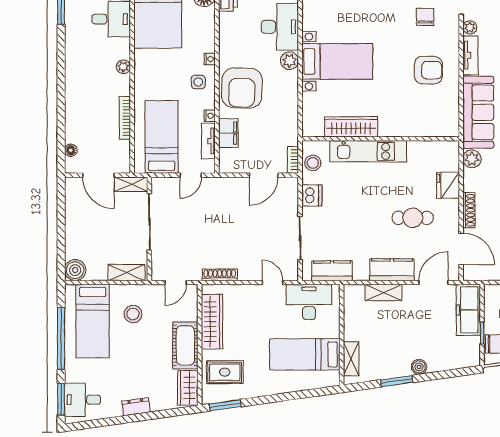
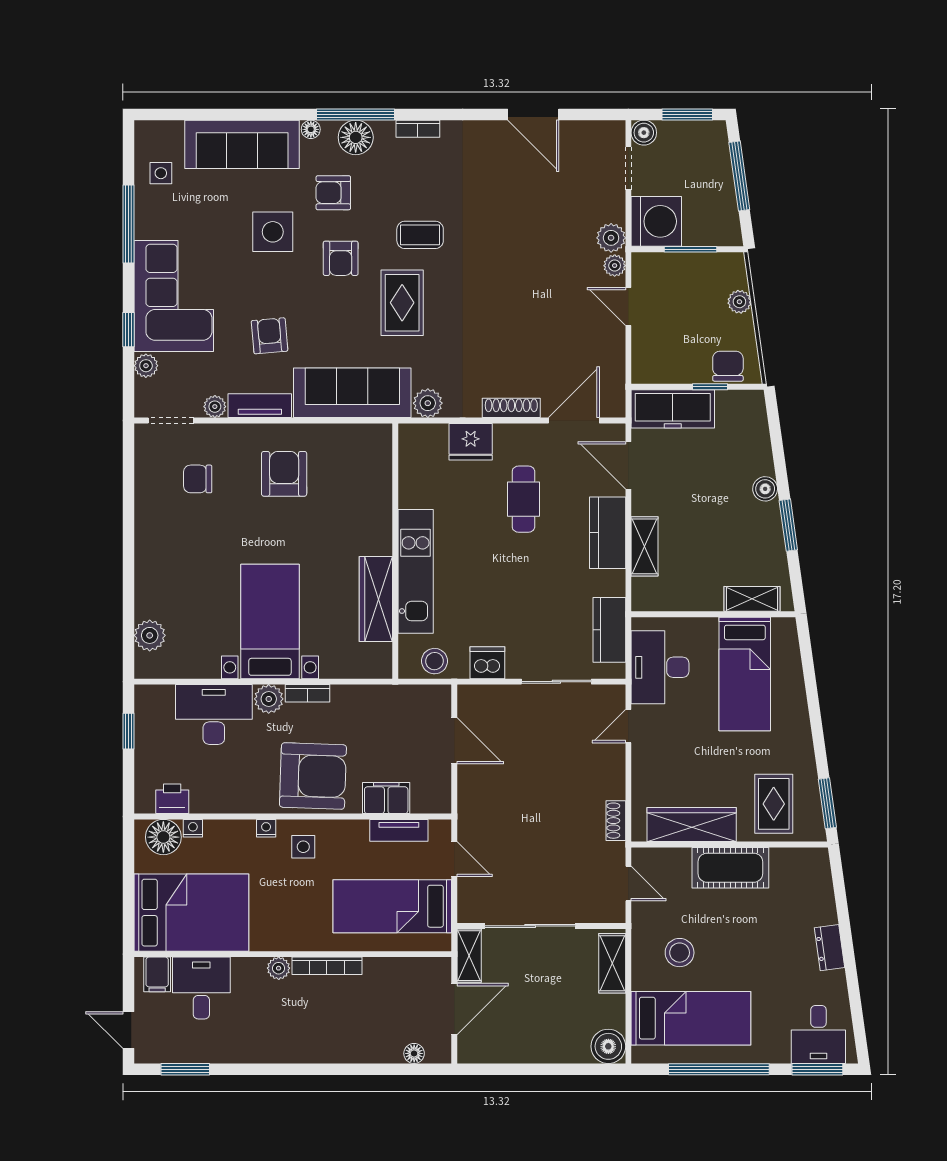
nightstand: (210, 116) -> (193, 828), moved
bookcase: (125, 118) -> (327, 966), moved
bookcase: (293, 160) -> (308, 693), moved
shoe rack: (220, 275) -> (616, 821), width x0.70
wardrobe: (188, 388) -> (799, 864), removed

